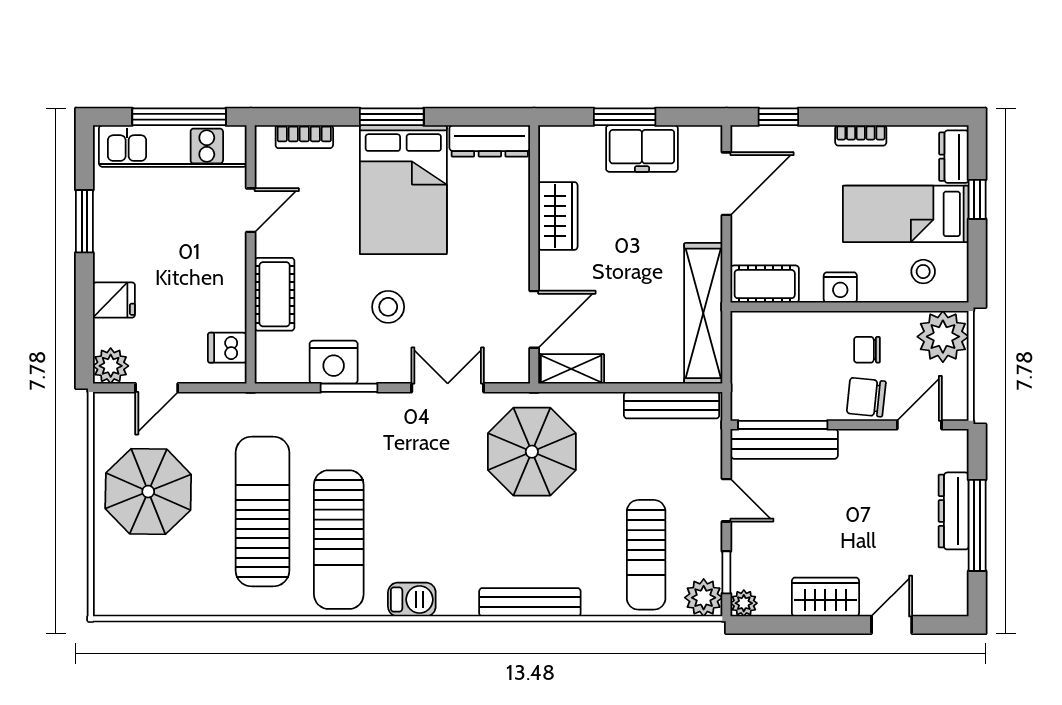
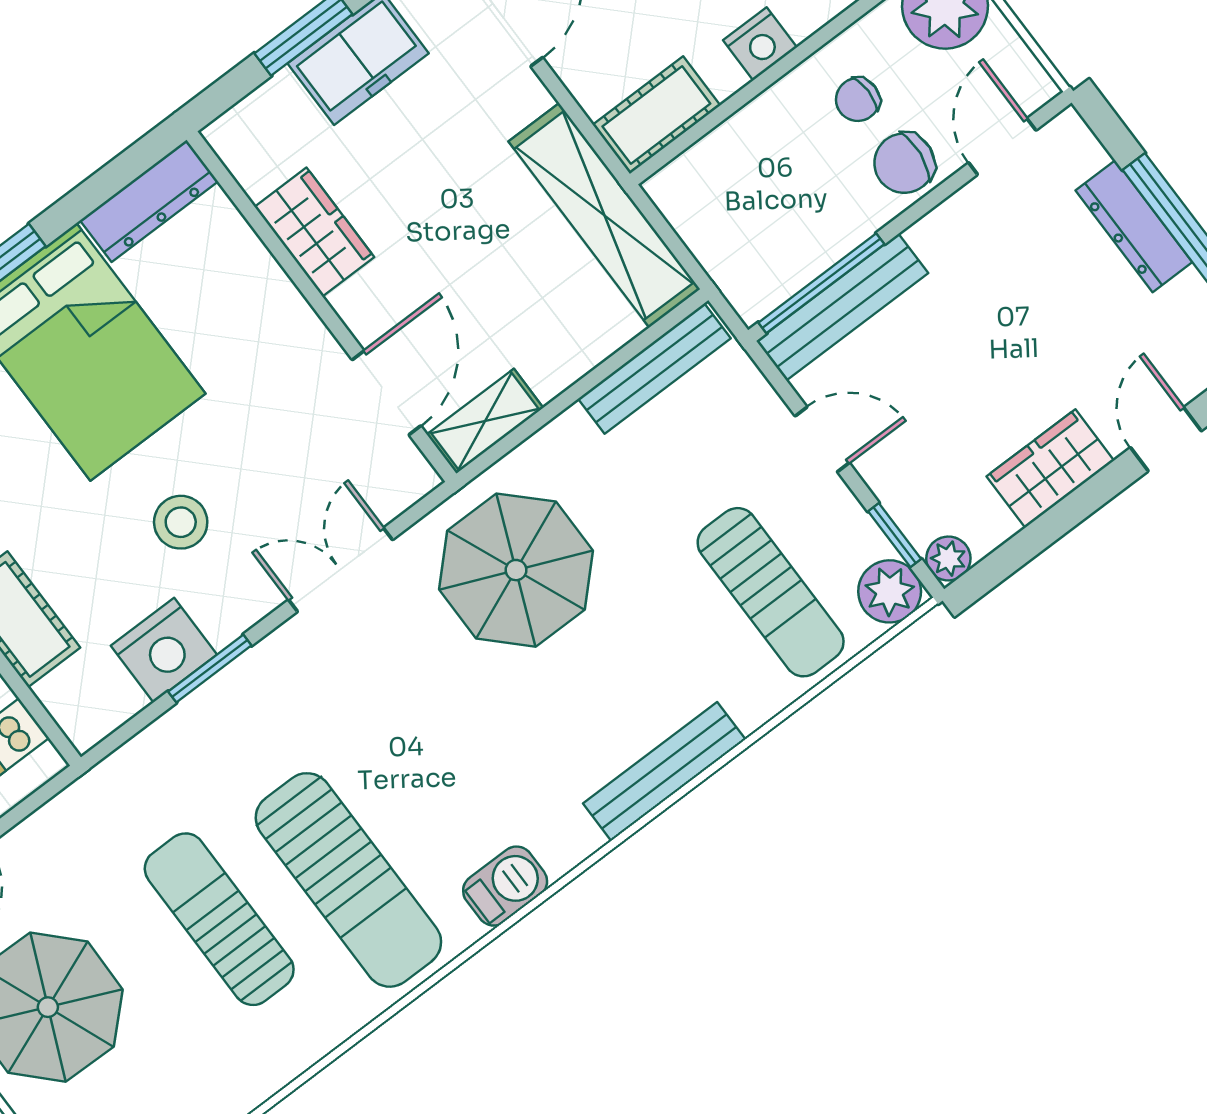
sun lounger: (262, 512) -> (219, 919), width x0.73, depth x0.75

